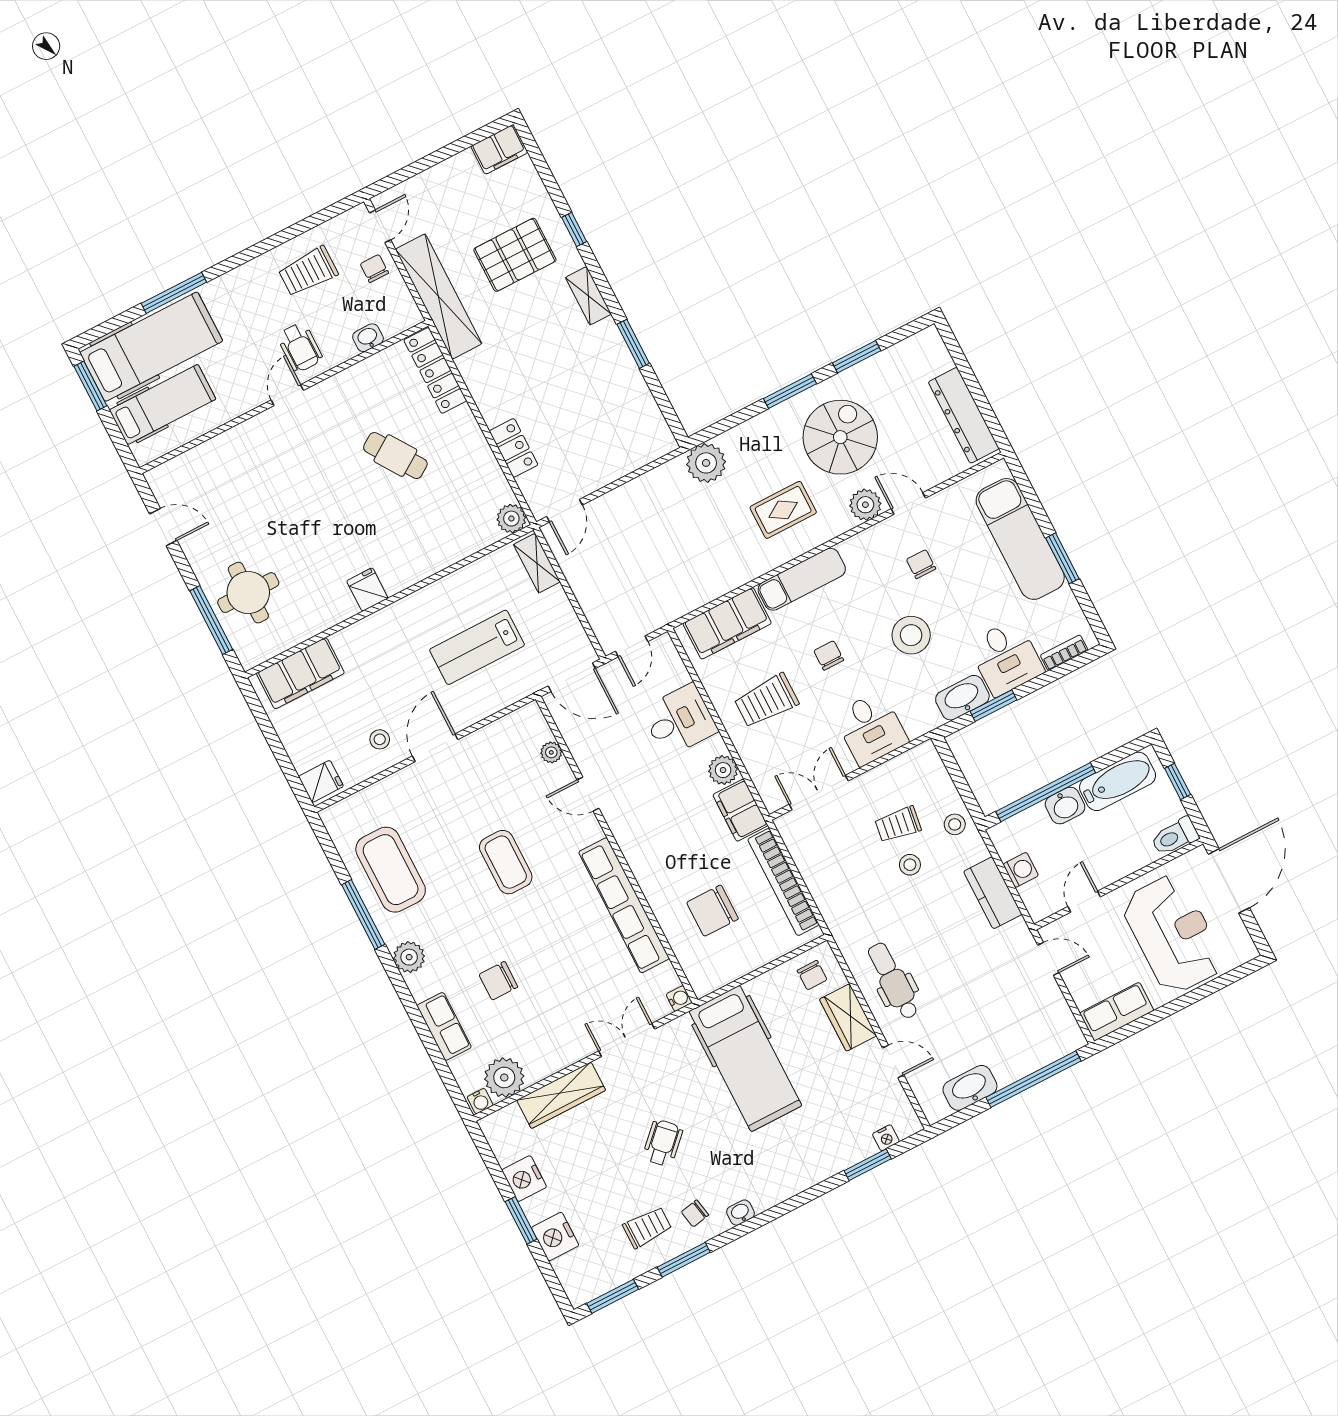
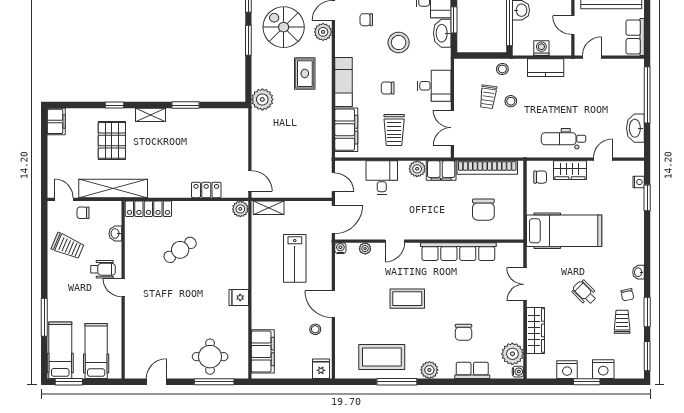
trolley: (308, 271) -> (68, 246), turned -67
hospital bed: (151, 347) -> (60, 350), width x0.73, depth x0.78
water cooler: (679, 998) -> (340, 248), moved

